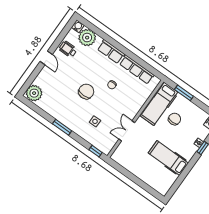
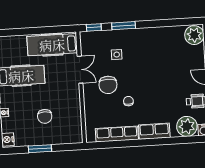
chair: (86, 92) -> (108, 85), moved
window: (184, 93) -> (40, 149), moved
hospital bed: (159, 104) -> (52, 45), moved, turned -90
window: (62, 127) -> (124, 26), moved

